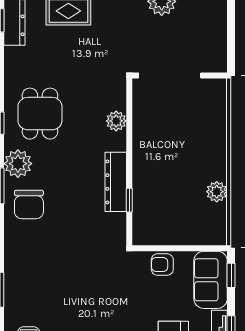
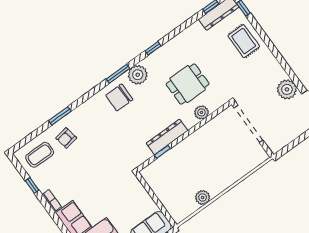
dining table: (40, 114) -> (188, 84), moved
armchair: (162, 265) -> (66, 138), moved, turned -100

